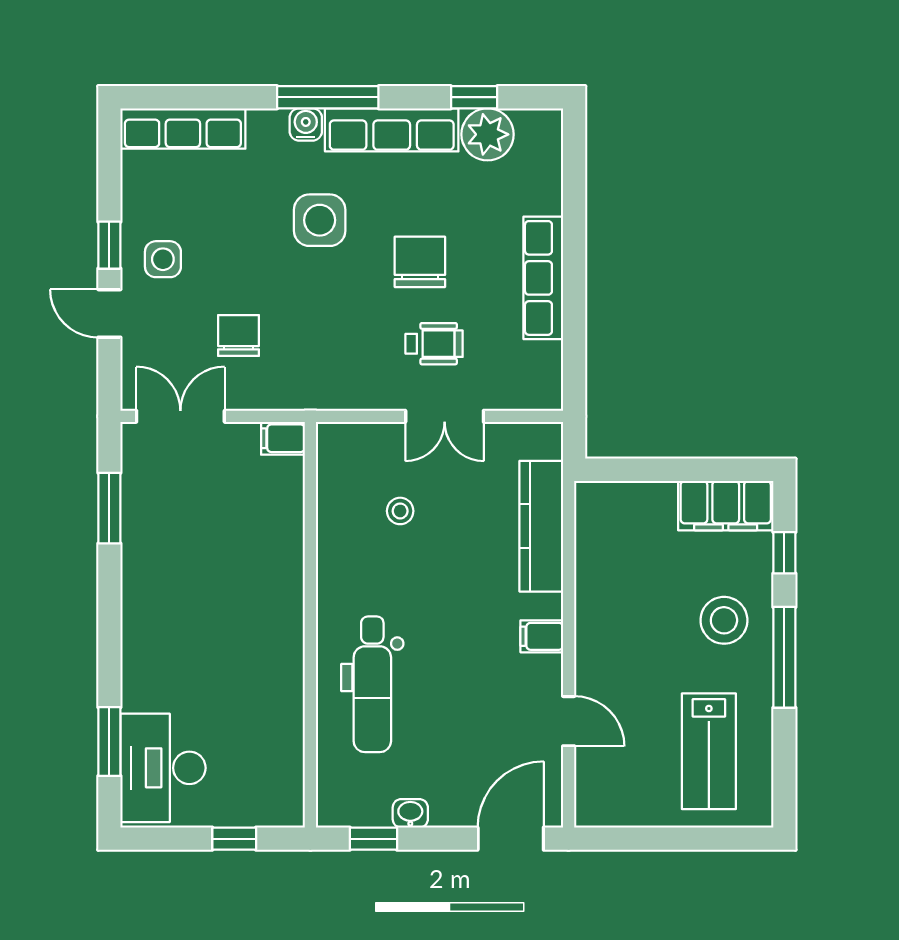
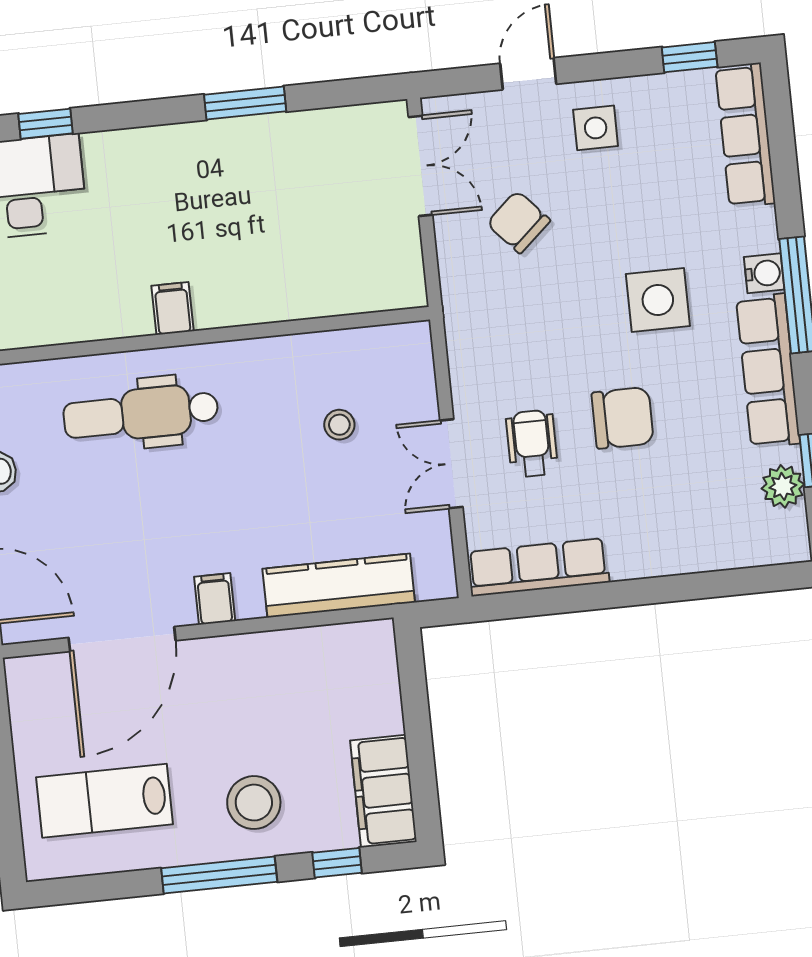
plant: (488, 134) -> (783, 486), width x0.73, depth x0.73
window: (109, 245) -> (690, 57), moved
row of seats: (543, 278) -> (538, 567), moved
chair: (238, 335) -> (518, 222), turned -132
wheelchair: (434, 344) -> (532, 443), turned 180
filing cabinet: (283, 438) -> (173, 308), moved
window: (109, 508) -> (245, 103), moved
door: (569, 721) -> (122, 639), width x1.87
window: (109, 742) -> (46, 124), width x0.67

